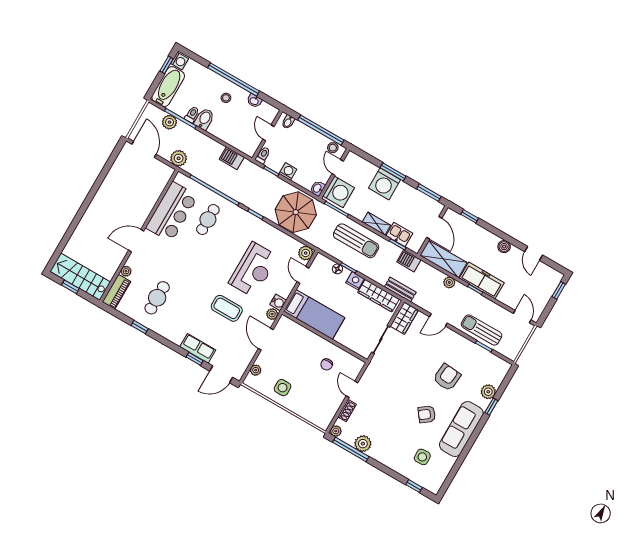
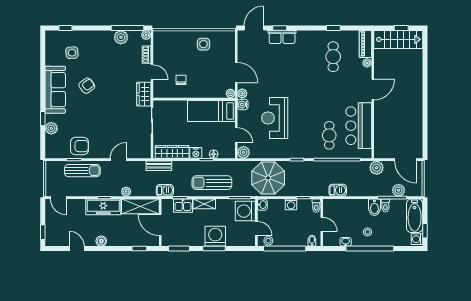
coffee table: (227, 308) -> (278, 78), removed
wardrobe: (404, 318) -> (144, 94), moved
plant: (256, 370) -> (230, 93), moved
armchair: (447, 377) -> (79, 146), moved, turned -95

